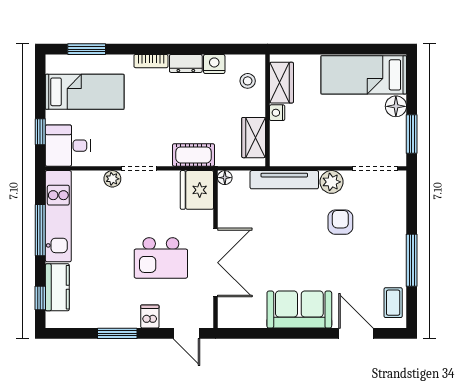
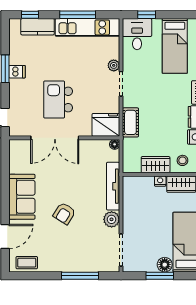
window: (412, 134) -> (160, 276), moved
wardrobe: (254, 138) -> (156, 165), moved
armchair: (340, 222) -> (64, 213), moved, turned 122
window: (412, 260) -> (80, 276), moved
dishwasher: (150, 316) -> (17, 72), moved

